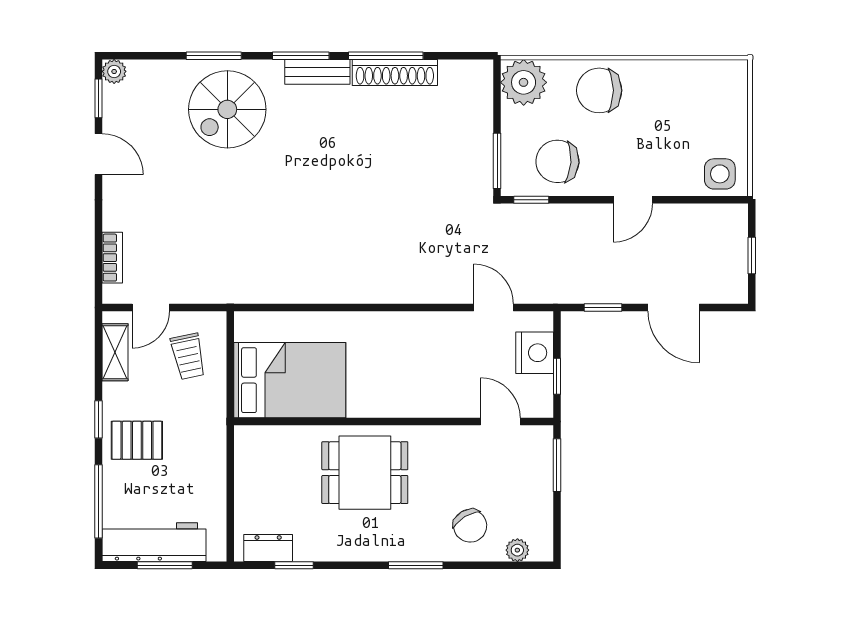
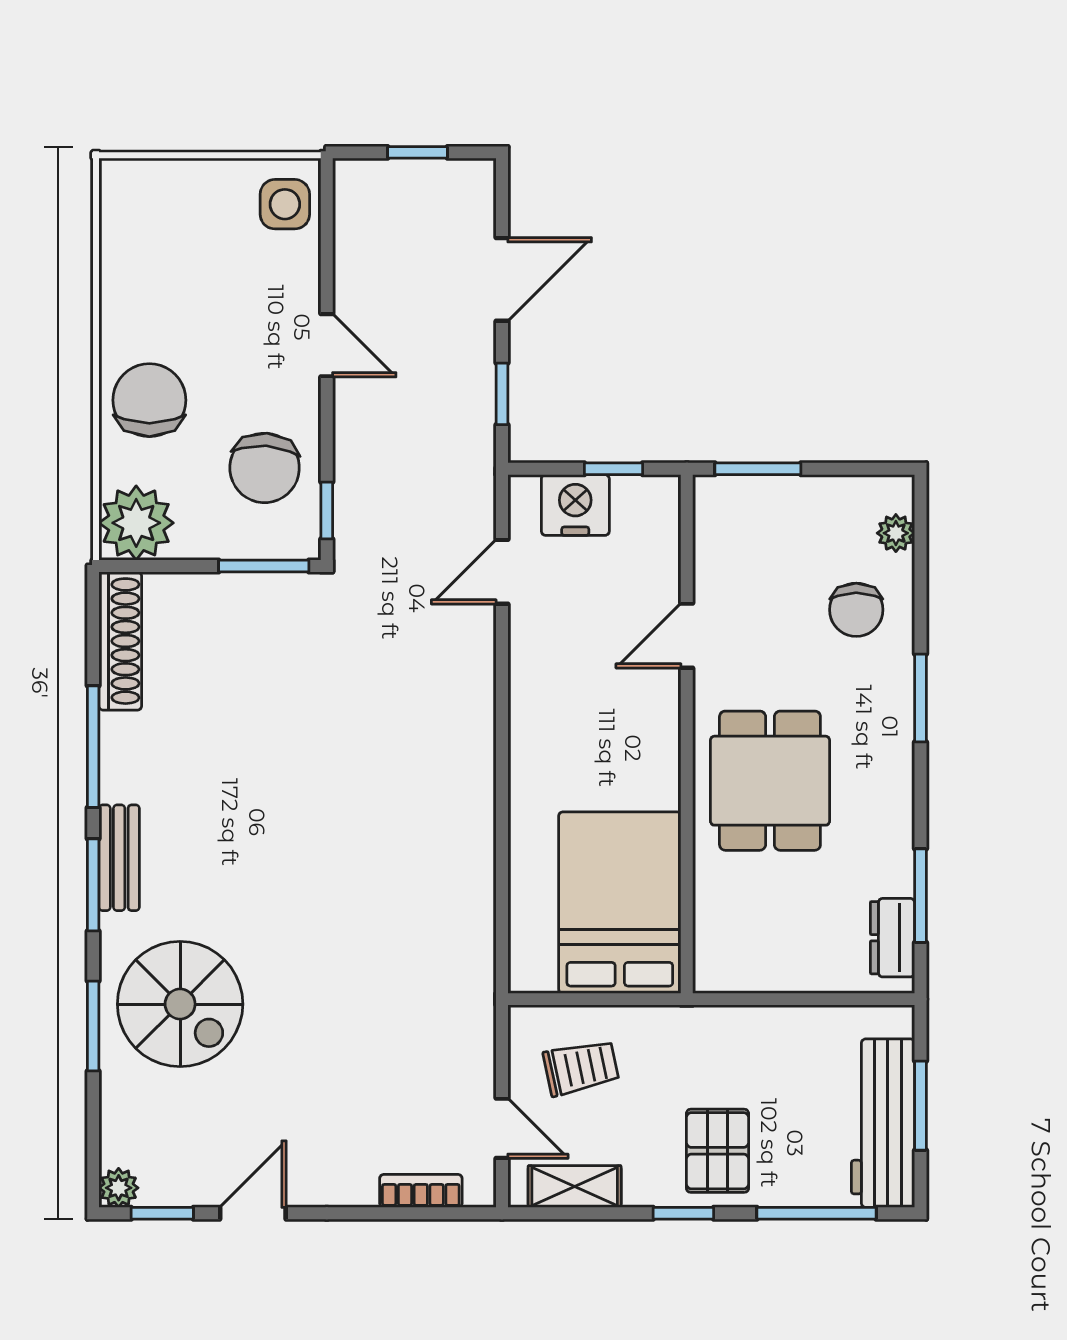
shoe rack: (395, 73) -> (120, 641), moved
chair: (599, 90) -> (149, 400), turned 180
door: (500, 421) -> (687, 636), moved
chair: (470, 526) -> (856, 610), turned 121
window: (294, 565) -> (920, 896), width x1.50

